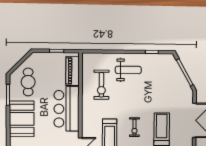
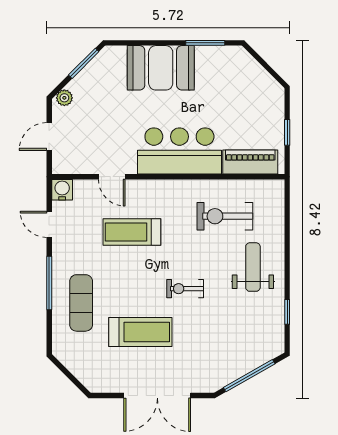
weight bench: (128, 70) -> (253, 267), turned 180
cafe table: (28, 82) -> (229, 80), removed
exercise bike: (134, 127) -> (185, 289), moved

